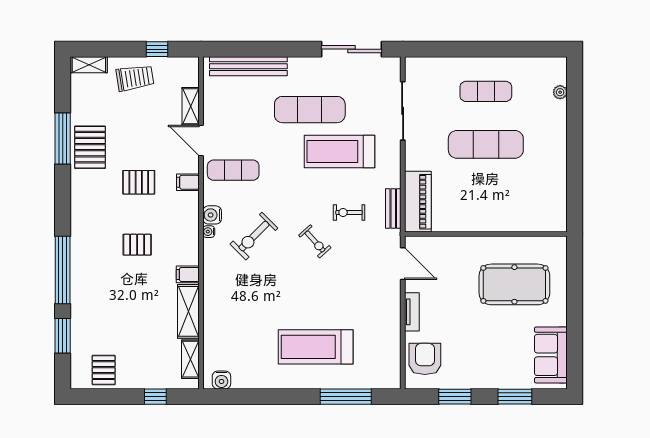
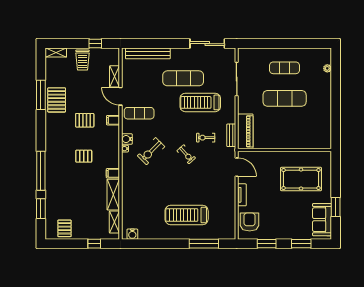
trolley: (135, 78) -> (82, 60), turned 99
window: (575, 333) -> (336, 207), added

